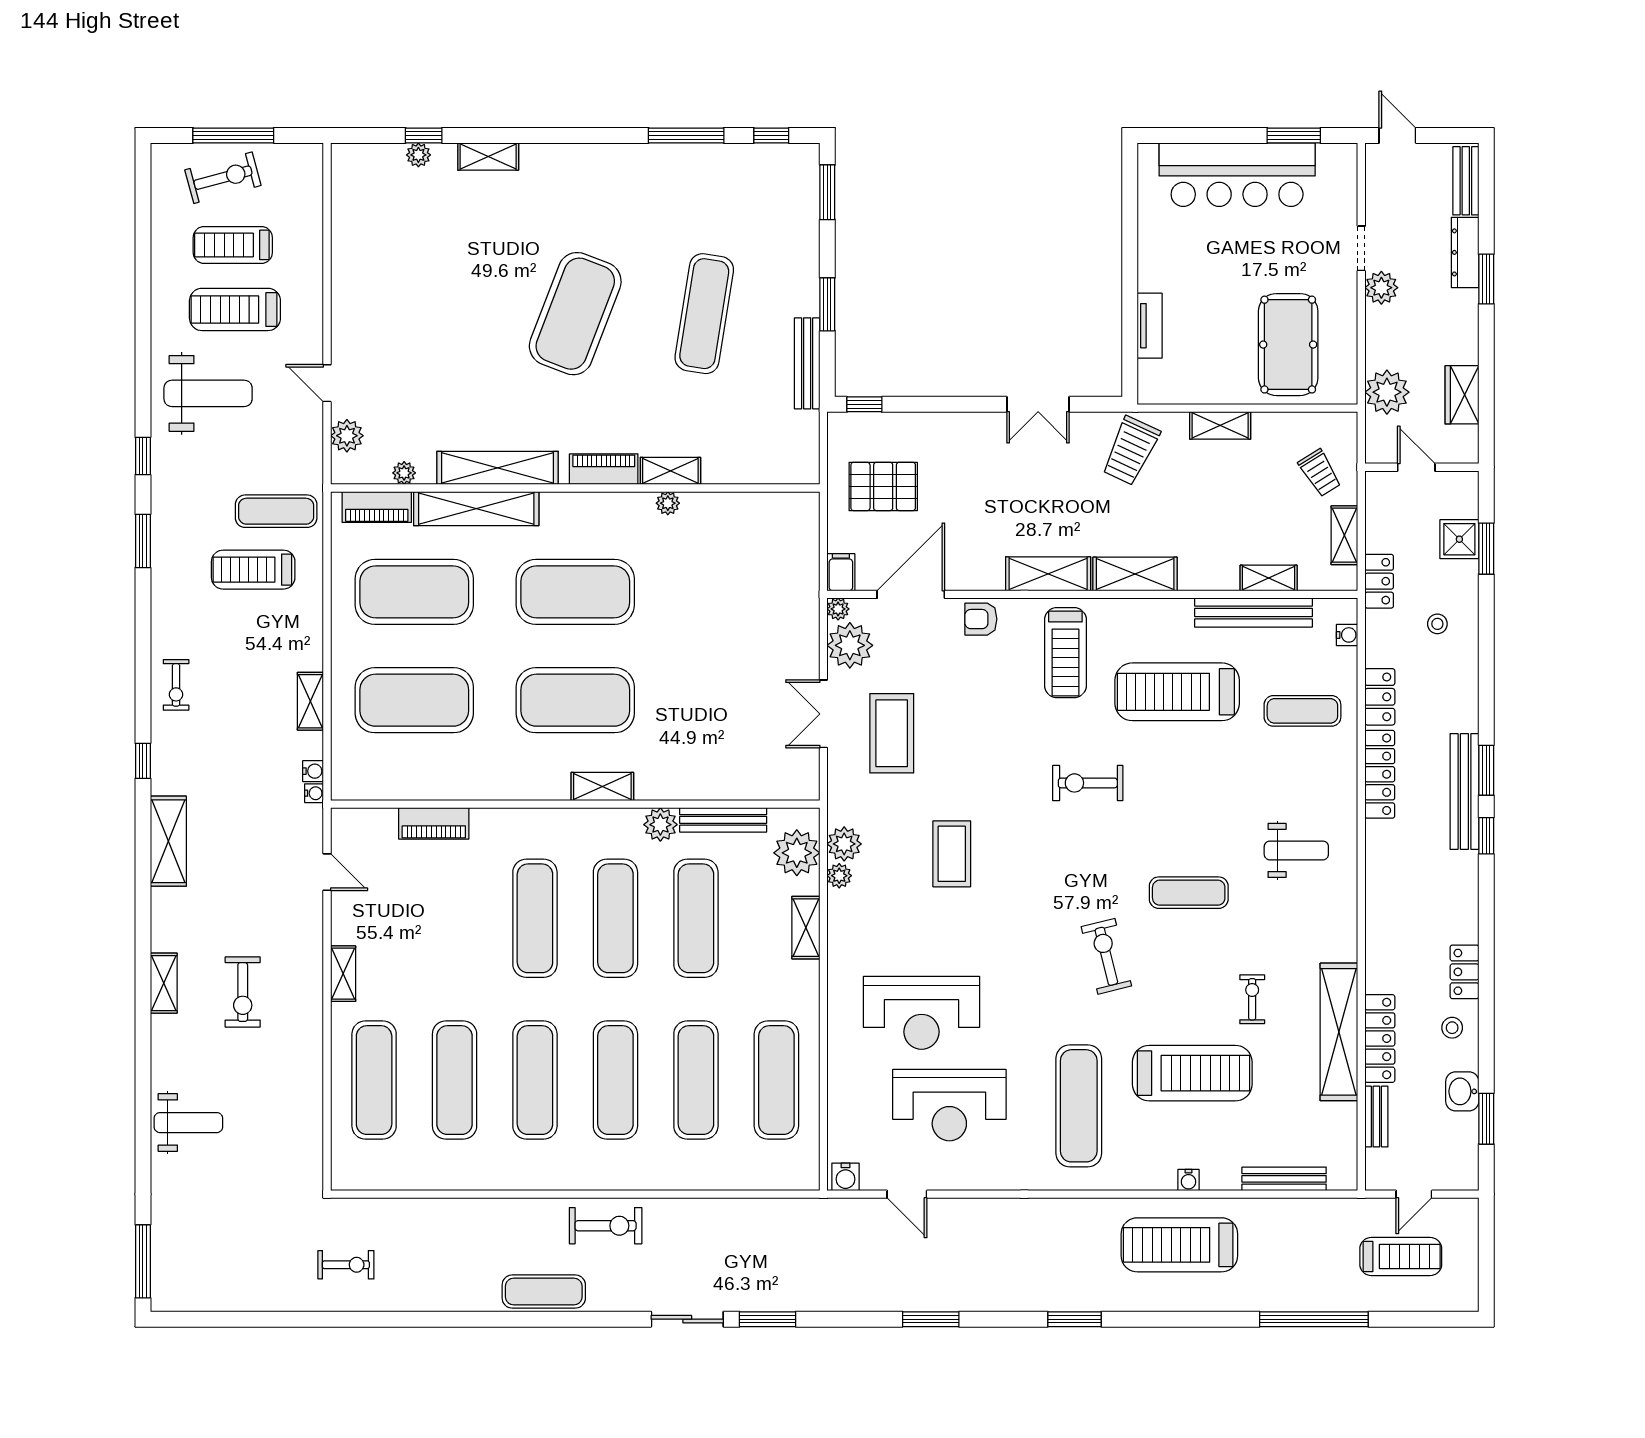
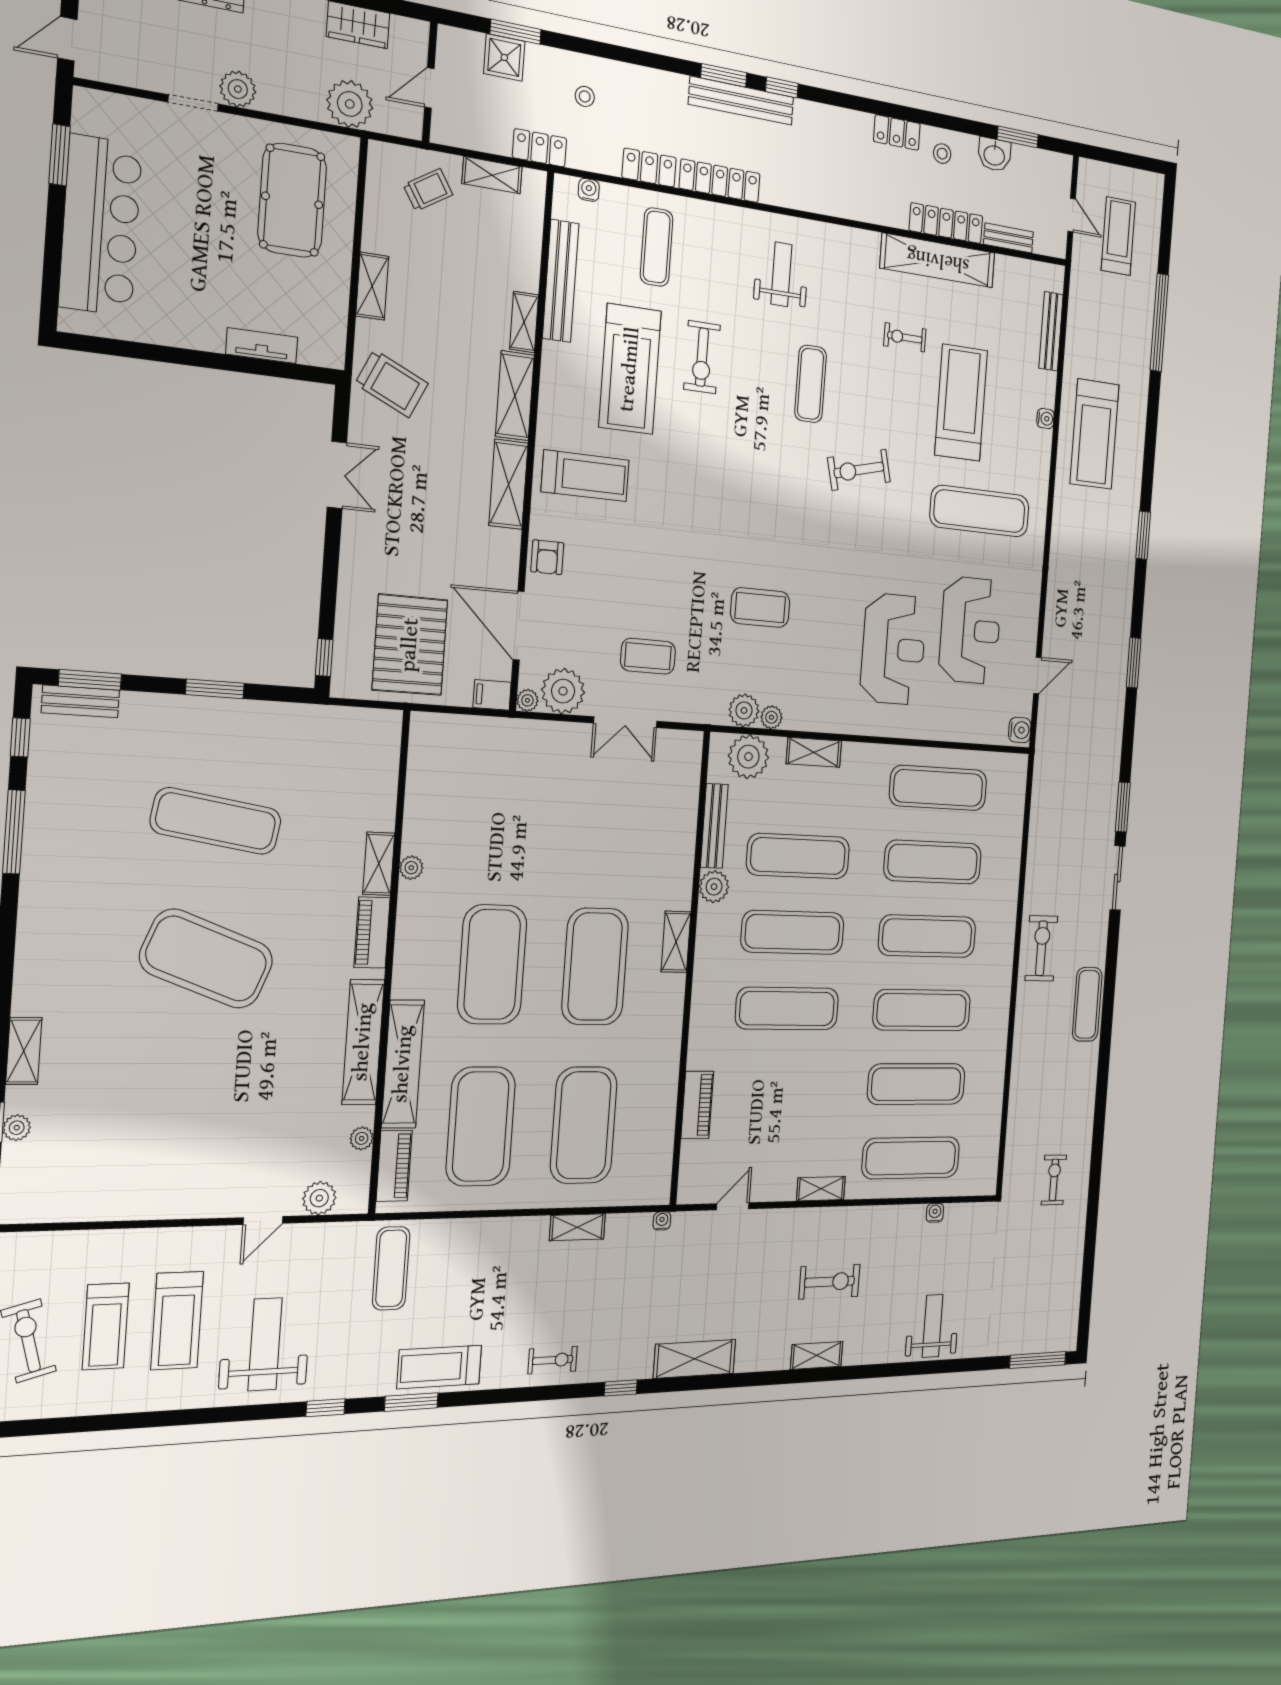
pool table: (1288, 345) -> (292, 200), turned 90
bench: (807, 363) -> (80, 701), moved, width x0.73
pallet: (883, 486) -> (410, 645), width x1.37, depth x1.41
treadmill: (253, 570) -> (439, 1367), moved, turned 90
shelving: (1269, 578) -> (524, 322), moved
coffee table: (892, 733) -> (648, 656), width x0.73, depth x0.76
water cooler: (313, 771) -> (935, 1213), moved
exercise bike: (1088, 783) -> (702, 357), moved

